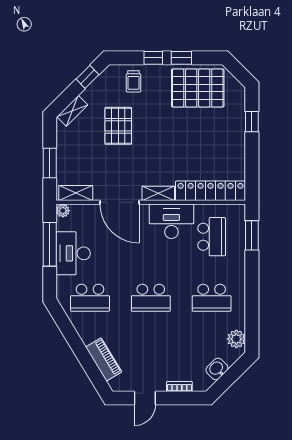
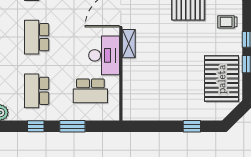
locker: (211, 191) -> (131, 90), removed
window: (252, 235) -> (72, 126), moved
window: (252, 299) -> (36, 126), added

